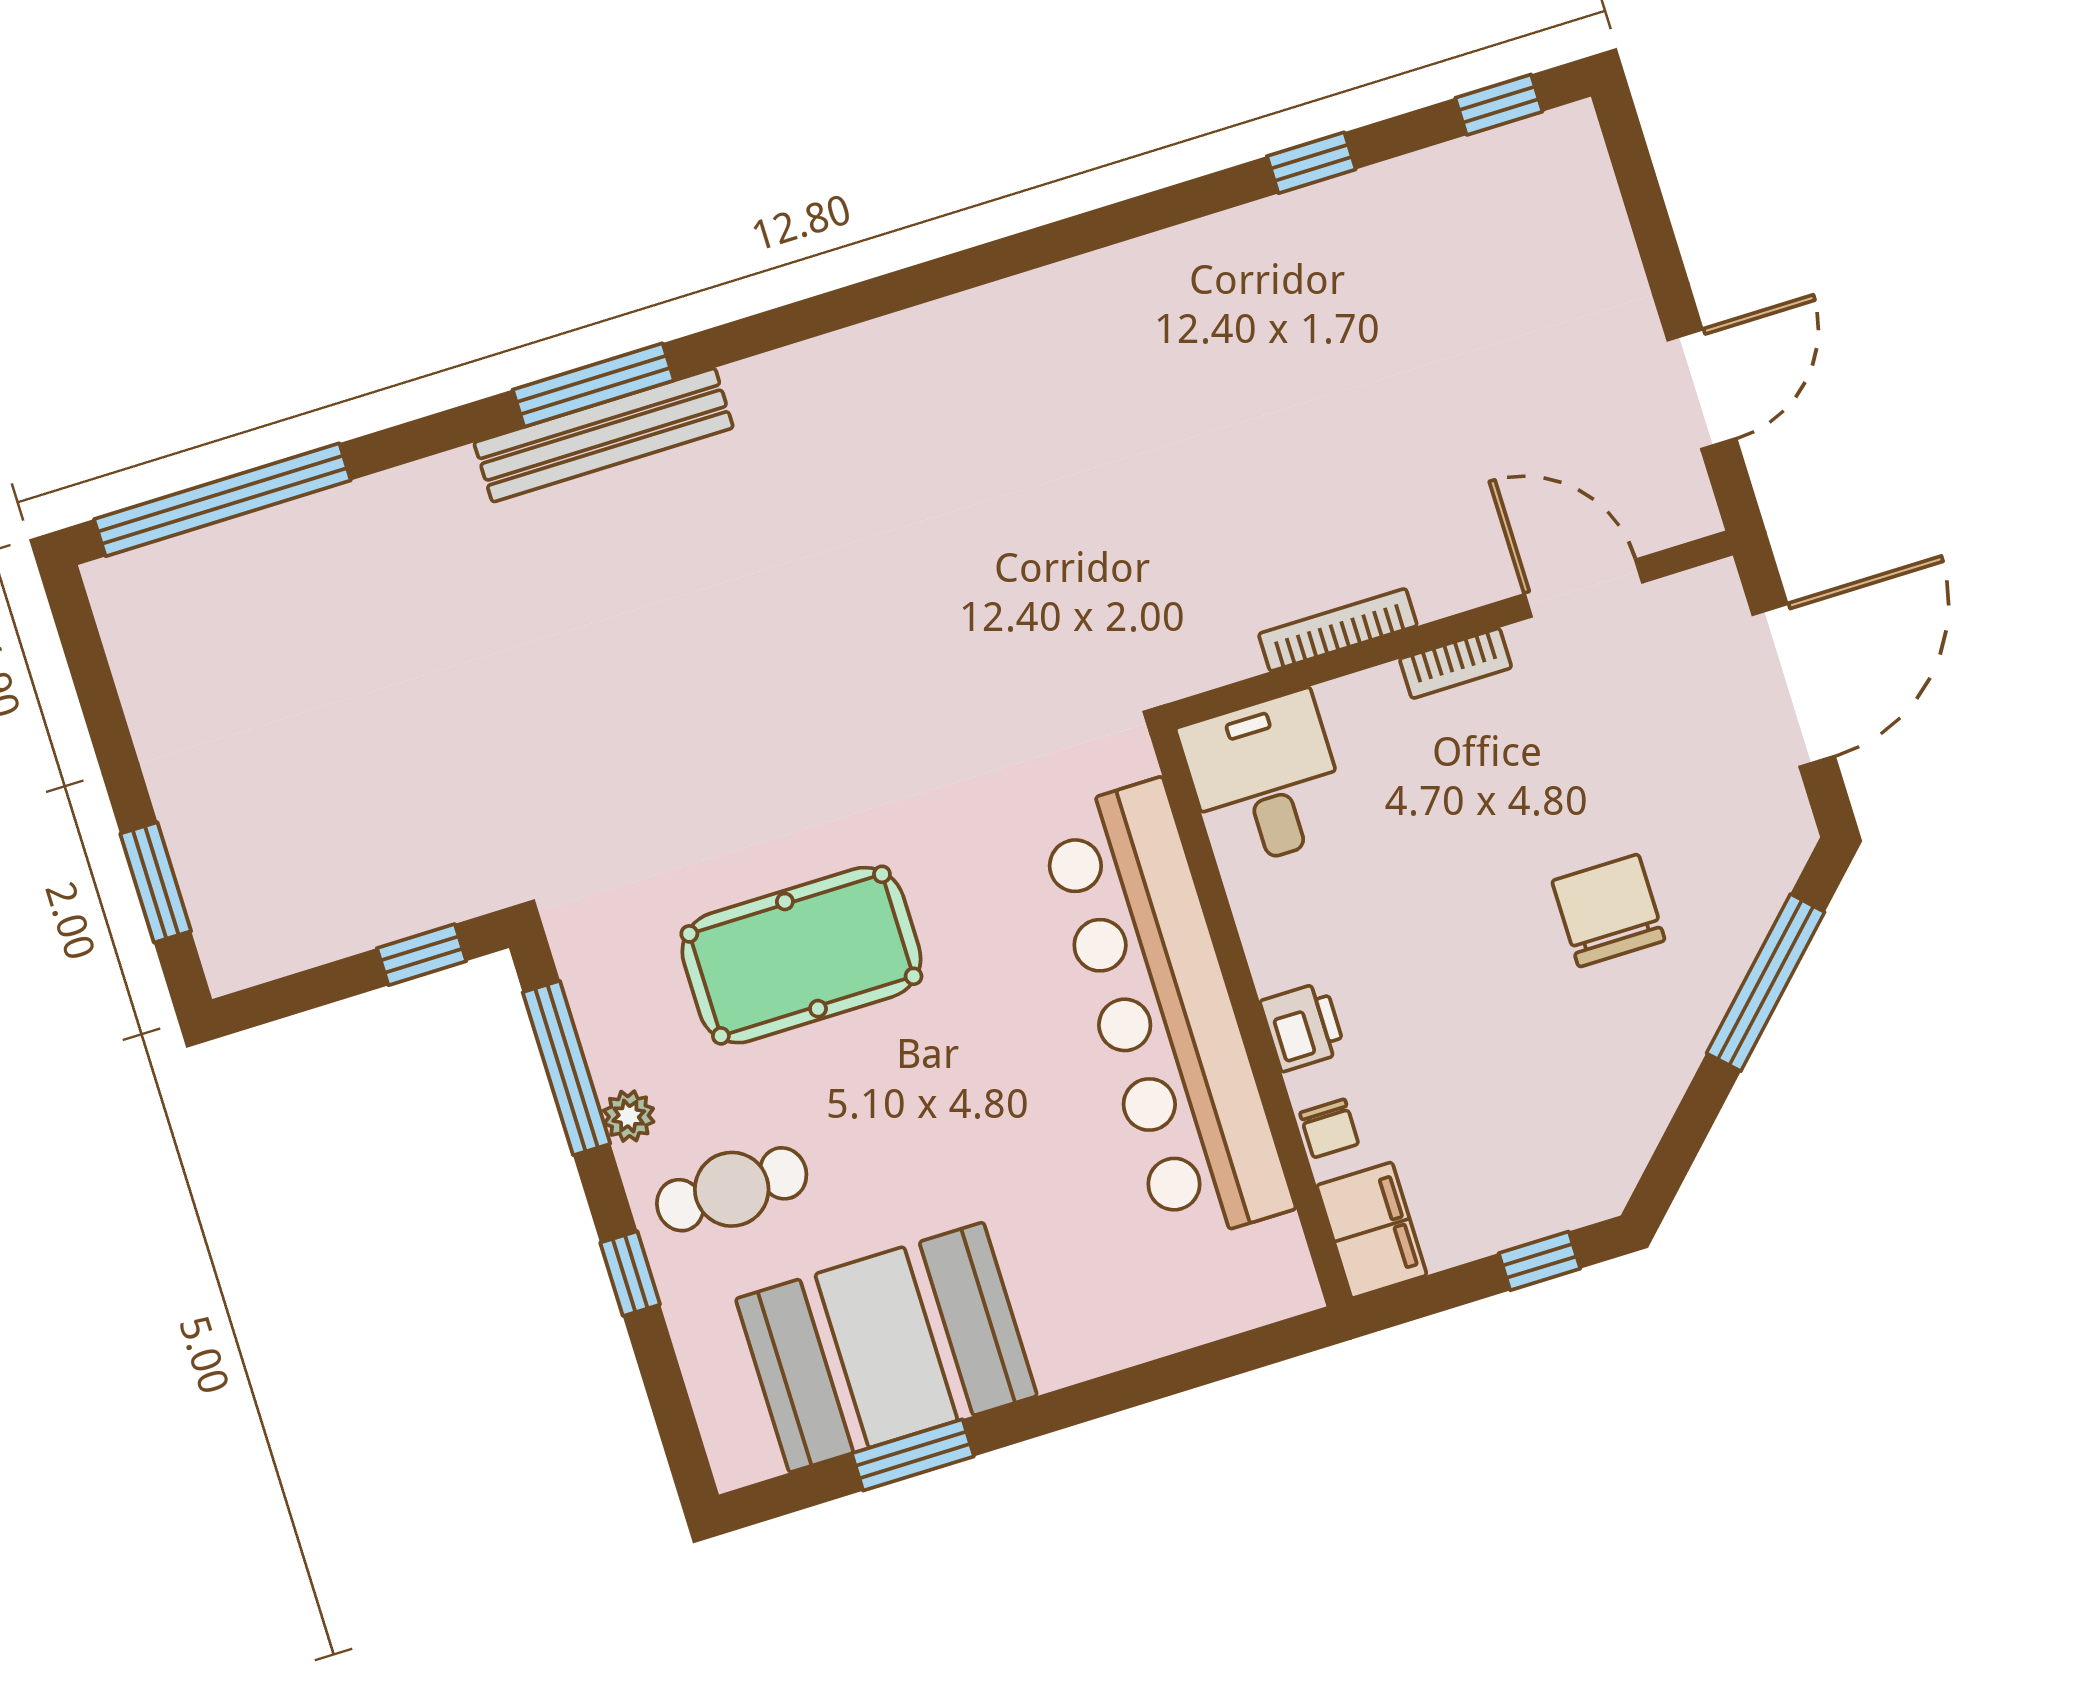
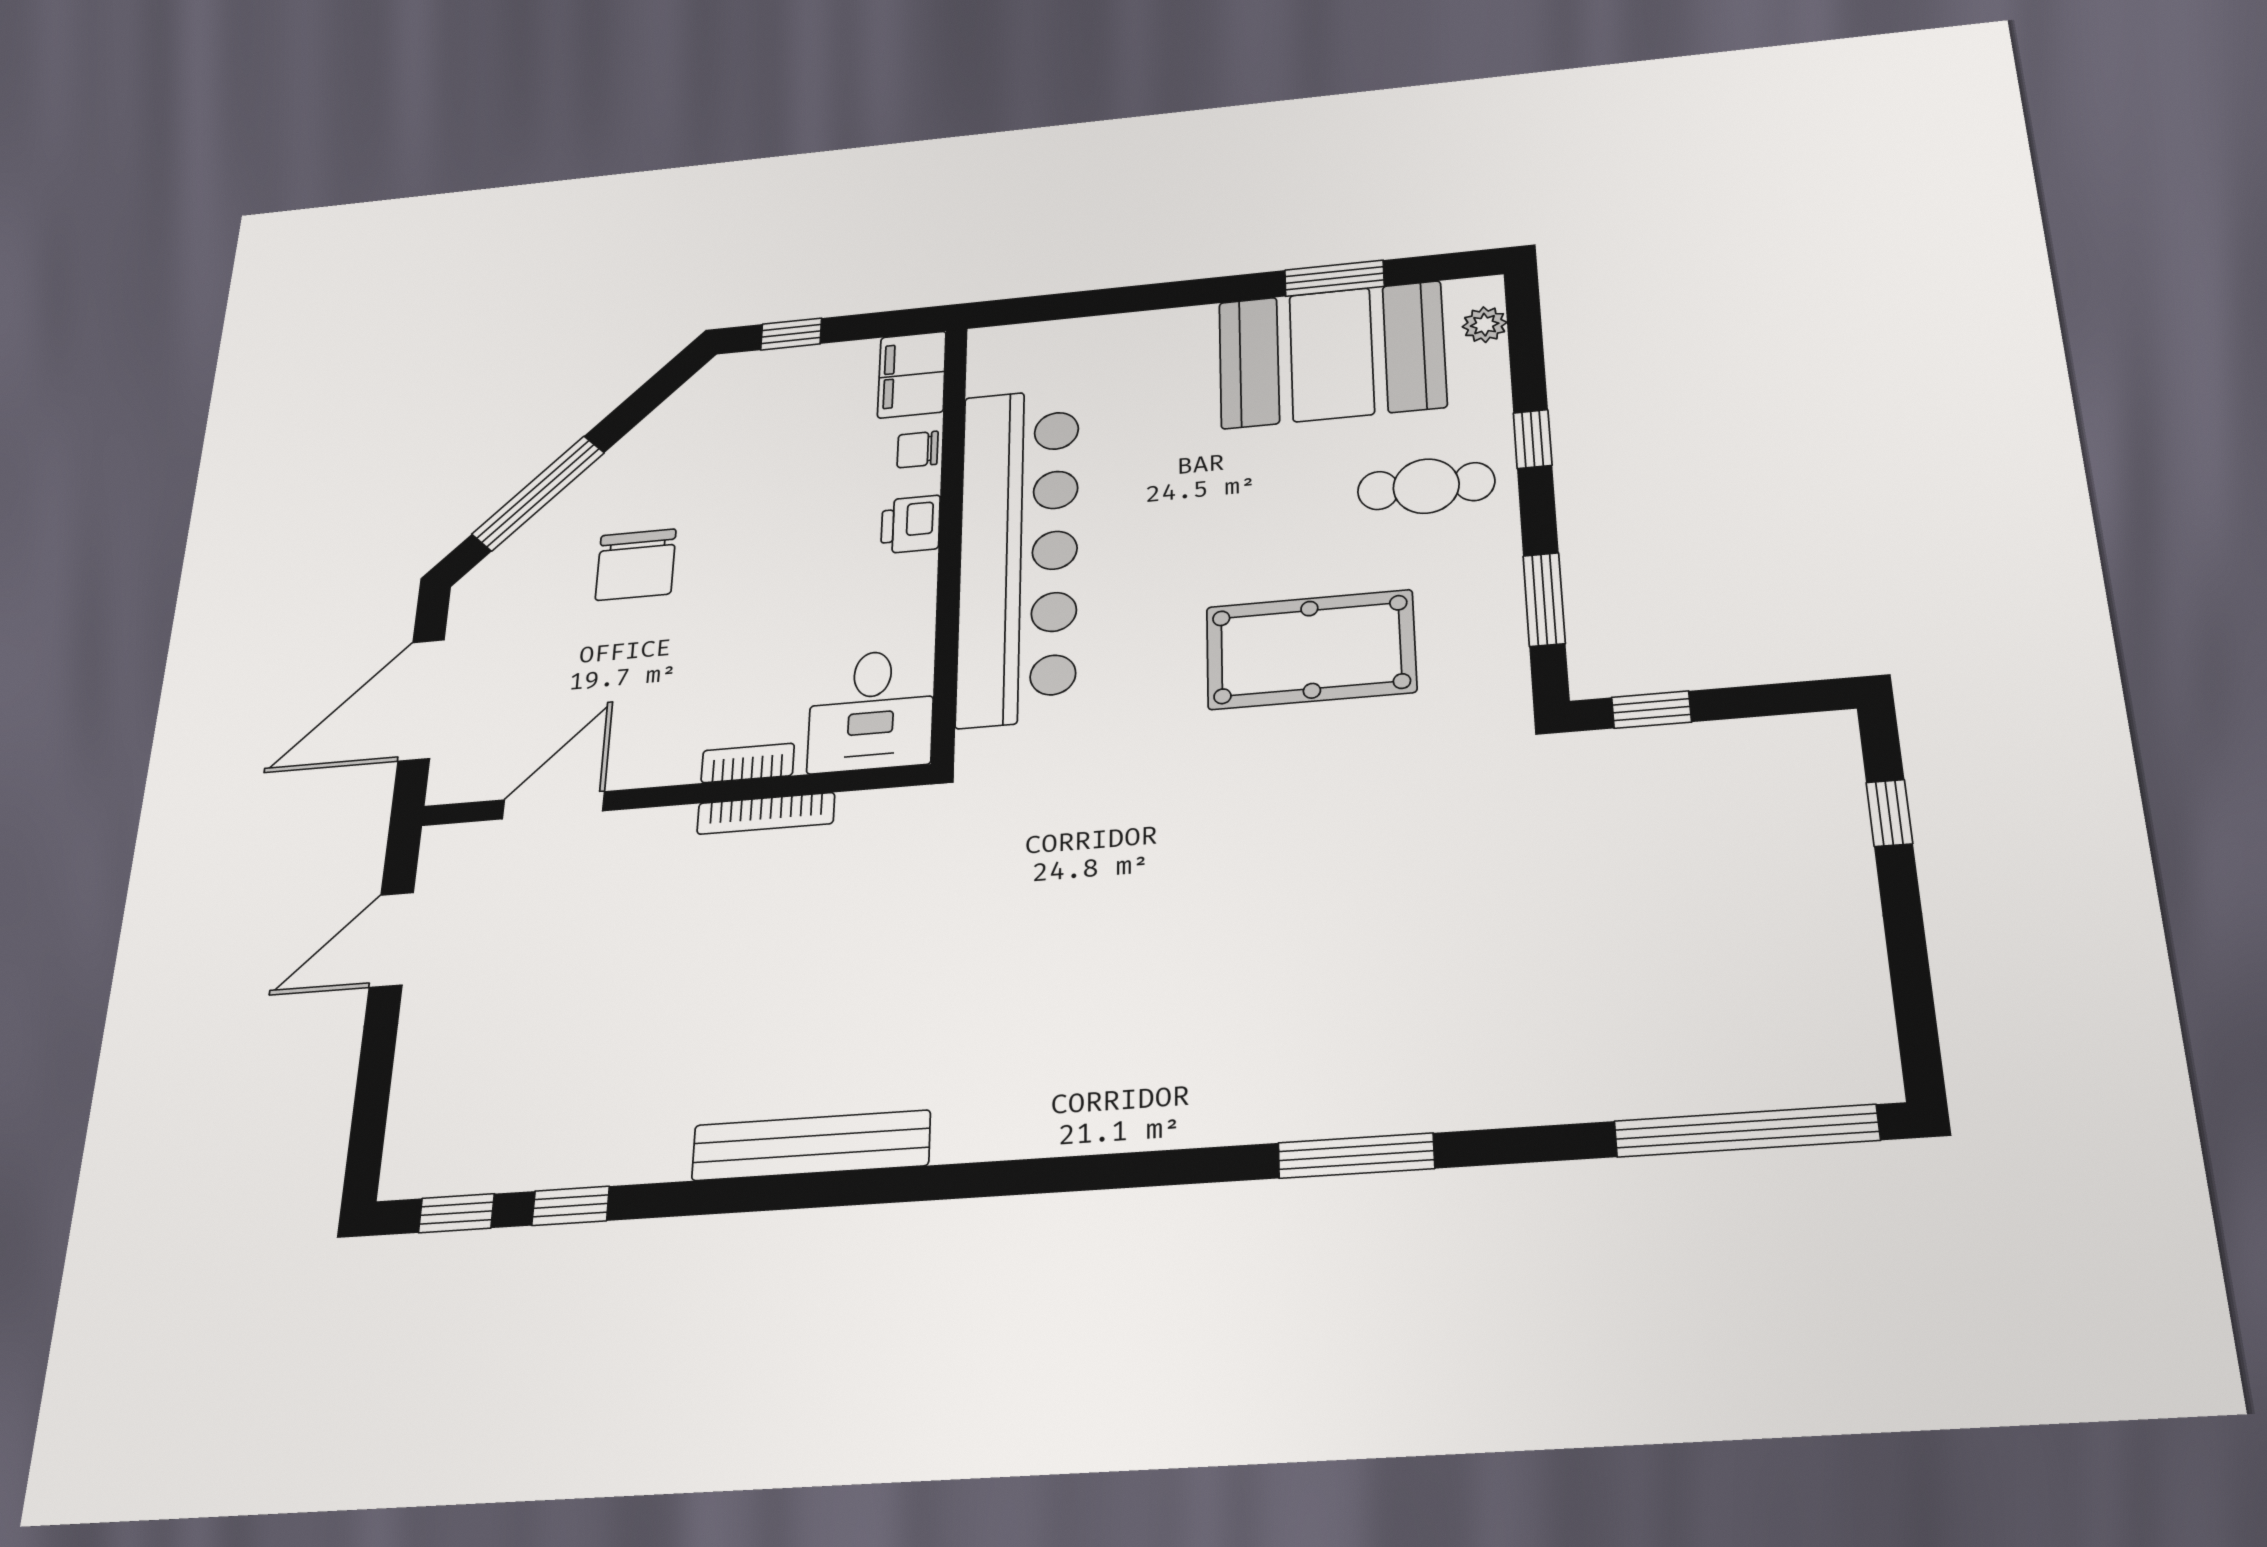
window: (1311, 163) -> (571, 1206), moved
bench: (604, 435) -> (811, 1145), moved
door: (1583, 588) -> (553, 805), swing flipped
bookcase: (1456, 663) -> (748, 763), moved
window: (156, 882) -> (1889, 813), width x0.67
window: (566, 1068) -> (1544, 599), width x0.69
plant: (629, 1116) -> (1485, 325), moved
chair: (1329, 1128) -> (918, 450), turned -90

